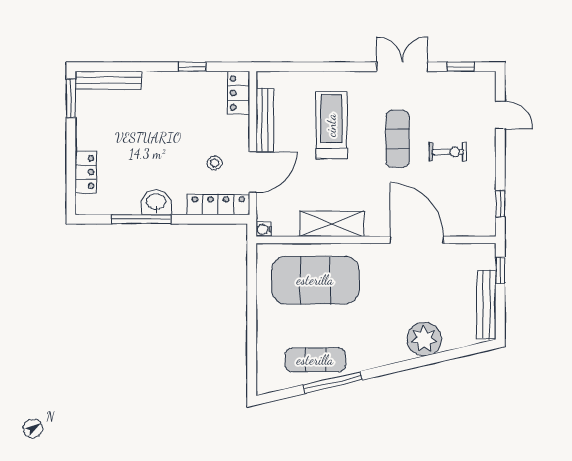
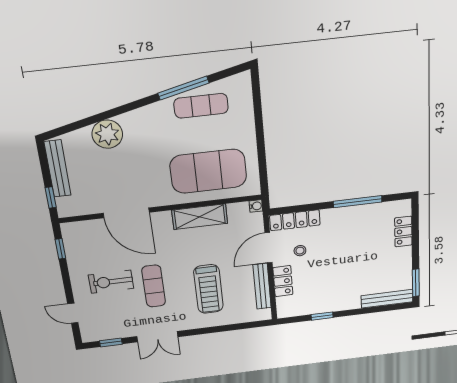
locker: (239, 93) -> (283, 281), moved
exercise bike: (448, 152) -> (111, 282), width x1.38, depth x1.39
washbasin: (156, 202) -> (346, 216), removed

